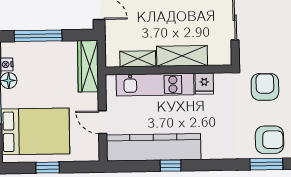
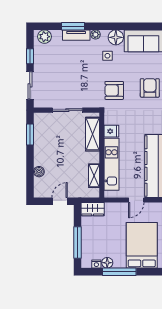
shelving: (182, 56) -> (92, 134), moved
wardrobe: (88, 66) -> (93, 209), width x0.67

